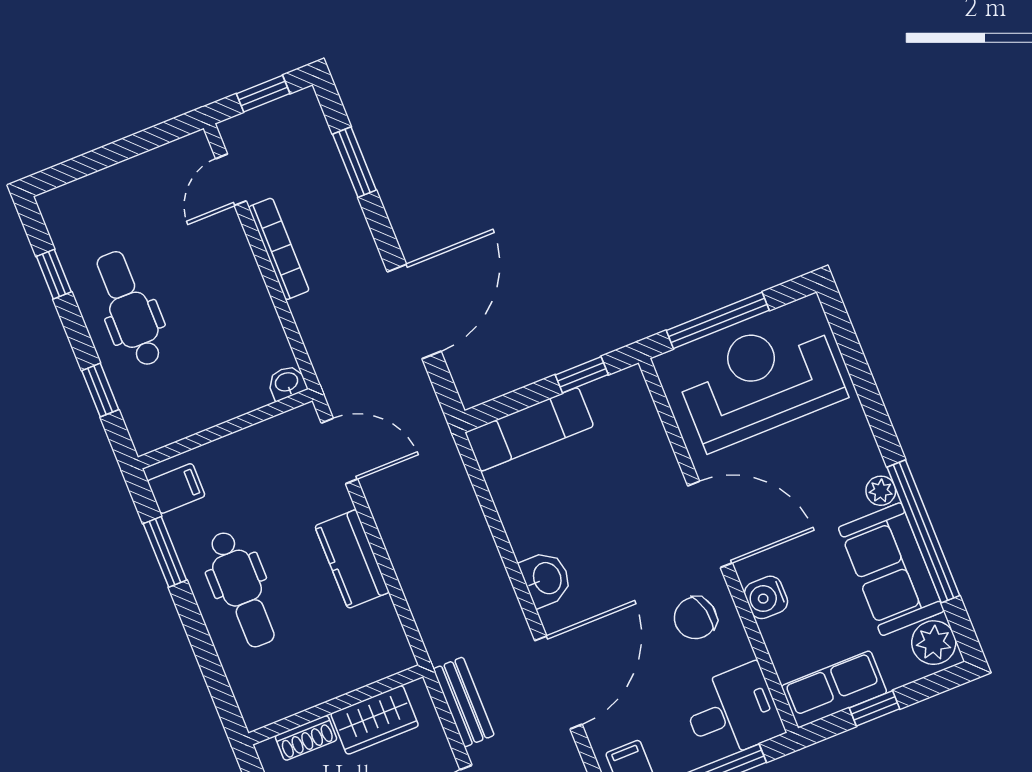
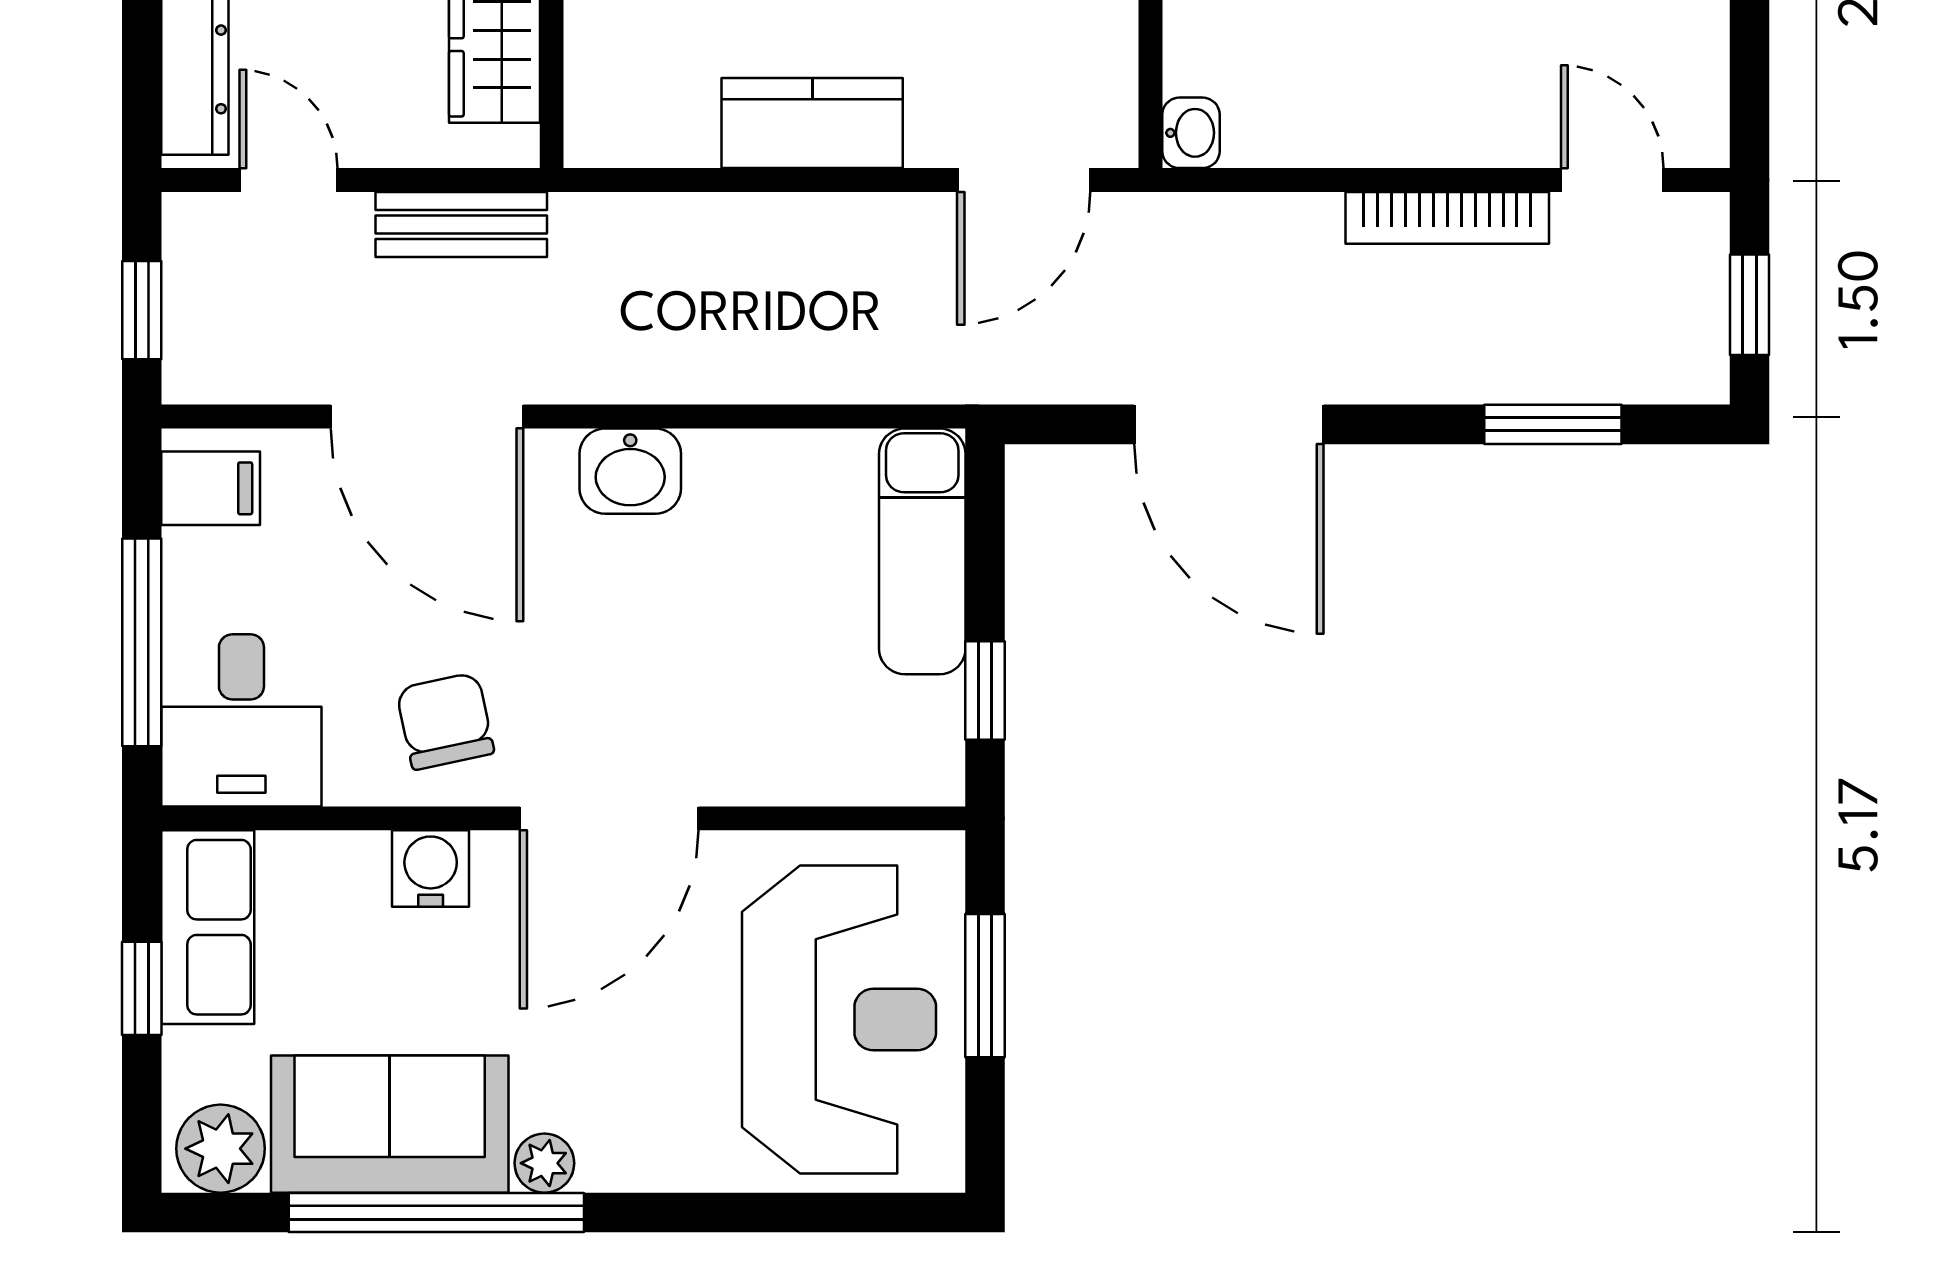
window: (718, 320) -> (985, 986), width x0.69

